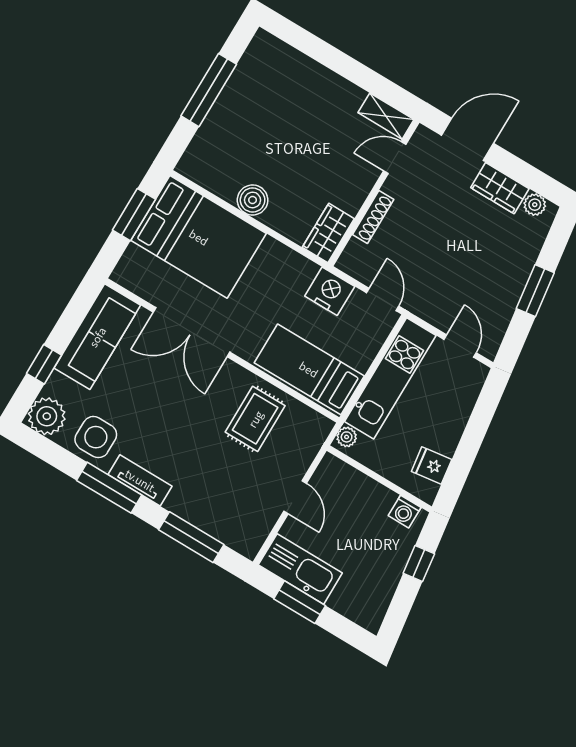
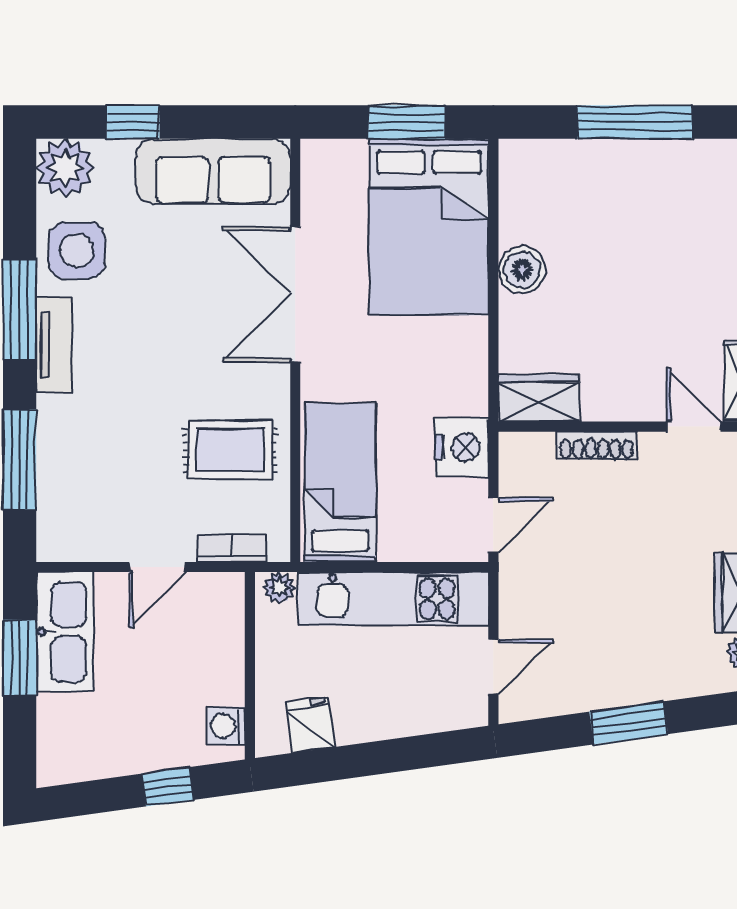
bookcase: (309, 450) -> (232, 548), added

